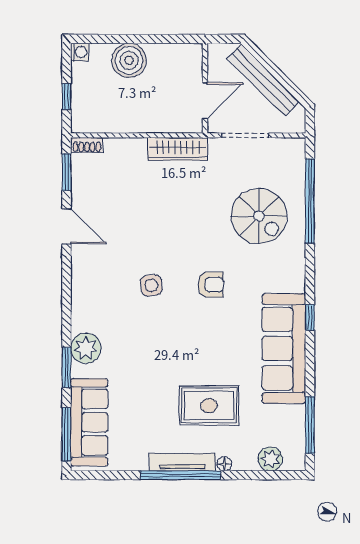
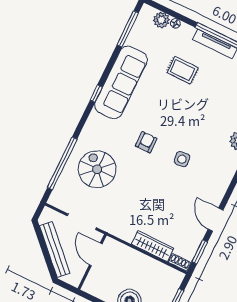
door: (205, 101) -> (96, 254), hinge flipped
wardrobe: (178, 149) -> (153, 246), moved
armchair: (211, 285) -> (146, 142), turned 90
rug: (209, 405) -> (183, 70), width x0.73, depth x0.70
floor lamp: (224, 464) -> (175, 23), moved

